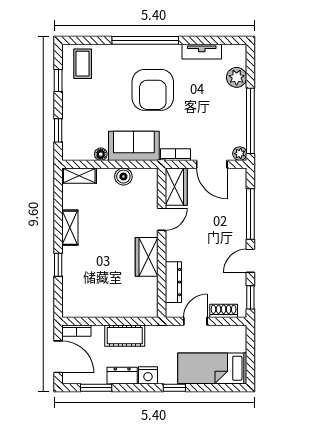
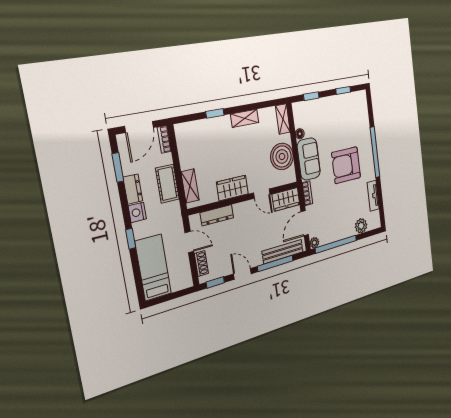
coffee table: (83, 64) -> (356, 108), removed
boiler: (123, 177) -> (282, 156), width x1.86, depth x1.86
bench: (239, 201) -> (283, 252), added
shelving: (133, 309) -> (190, 186), added

